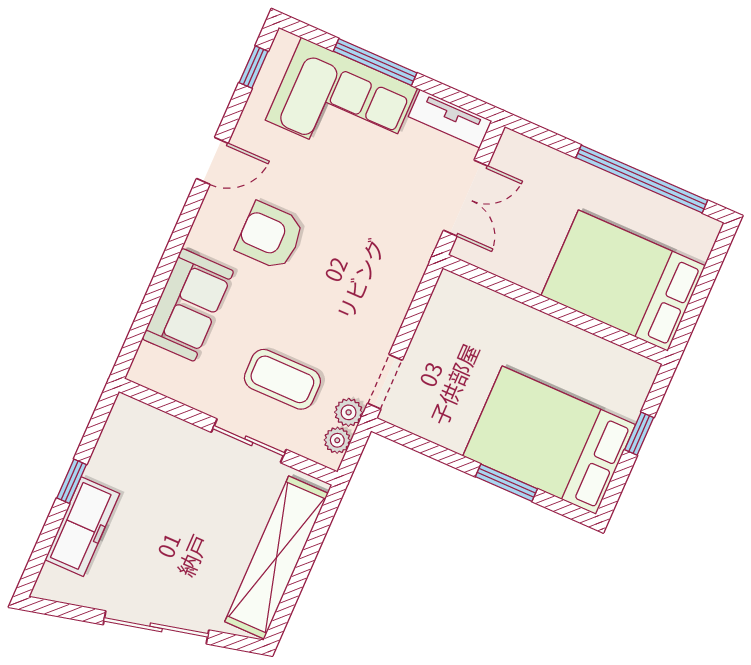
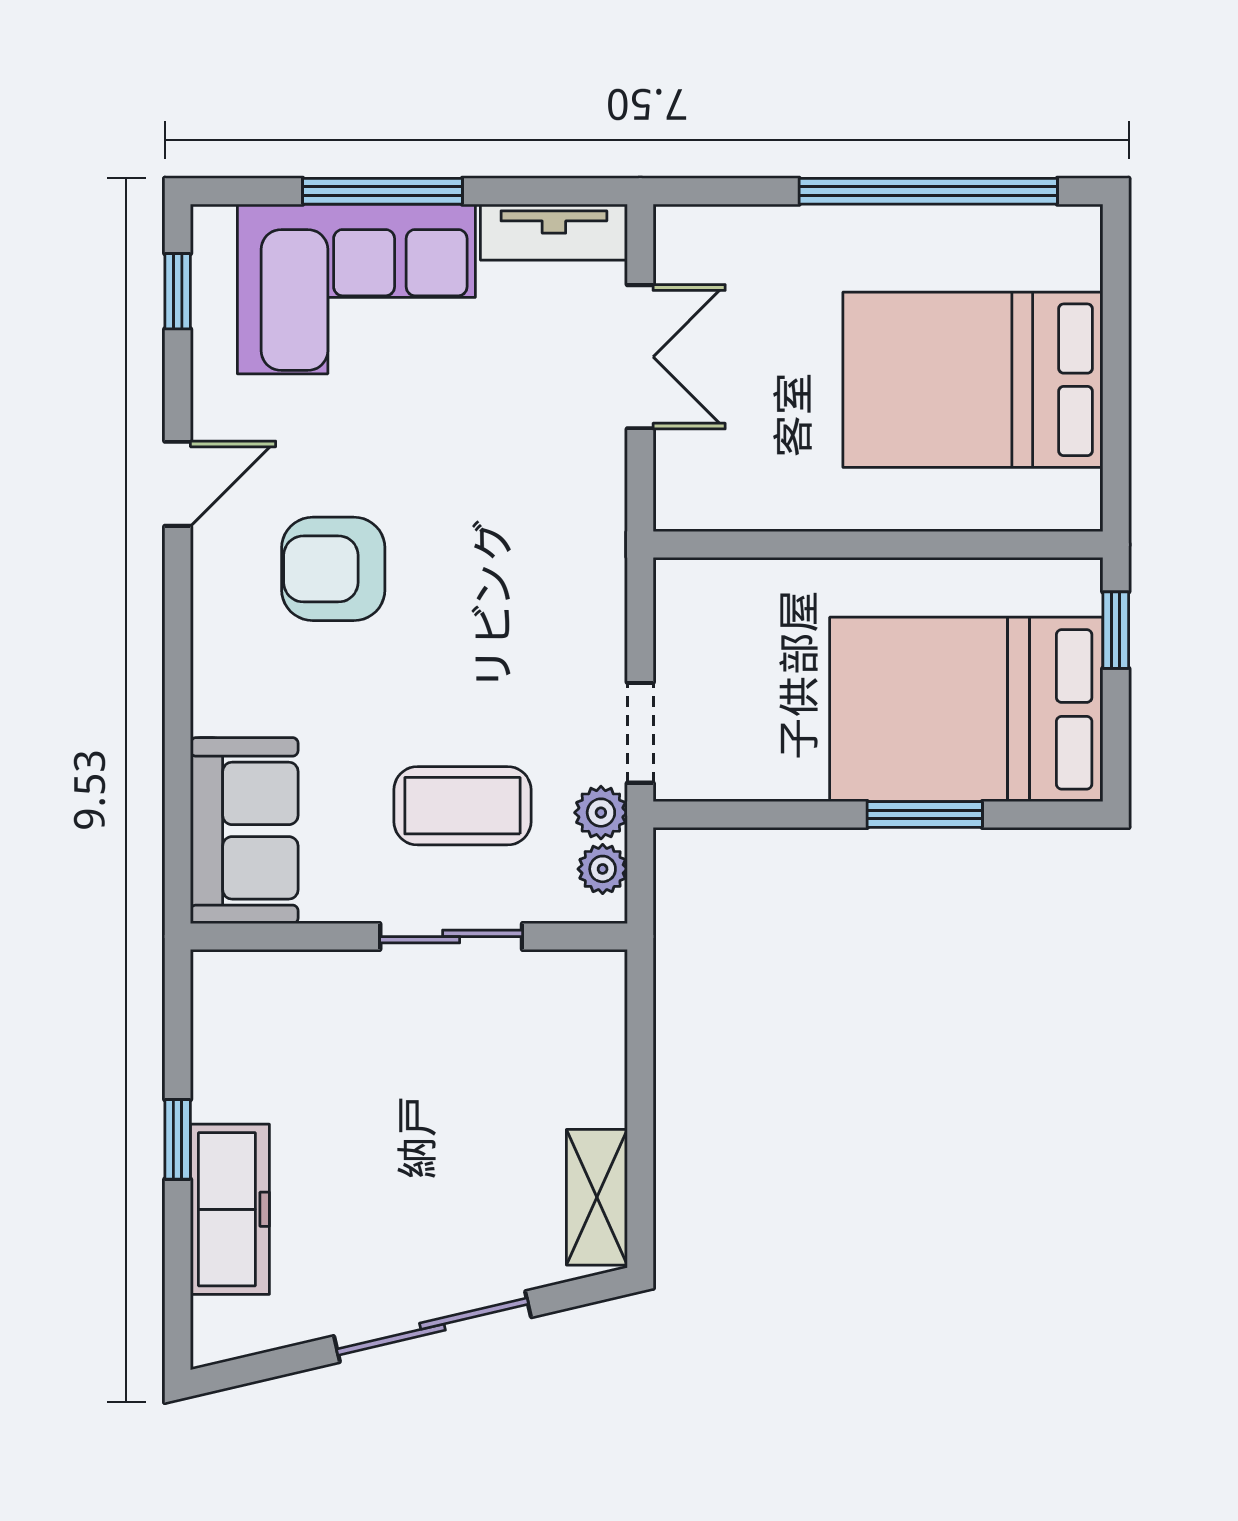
sofa: (188, 305) -> (244, 831), moved
wall: (555, 309) -> (878, 545), moved
shelving: (277, 558) -> (597, 1197), width x0.45, depth x0.75

